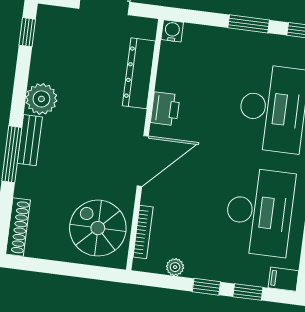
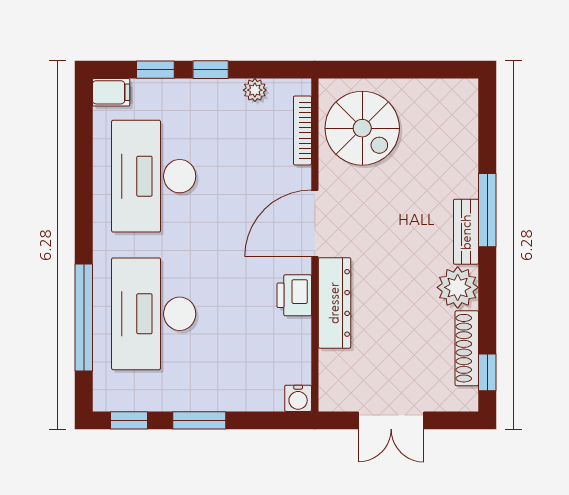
dresser: (139, 73) -> (334, 303), moved
shoe rack: (18, 227) -> (467, 348), moved

